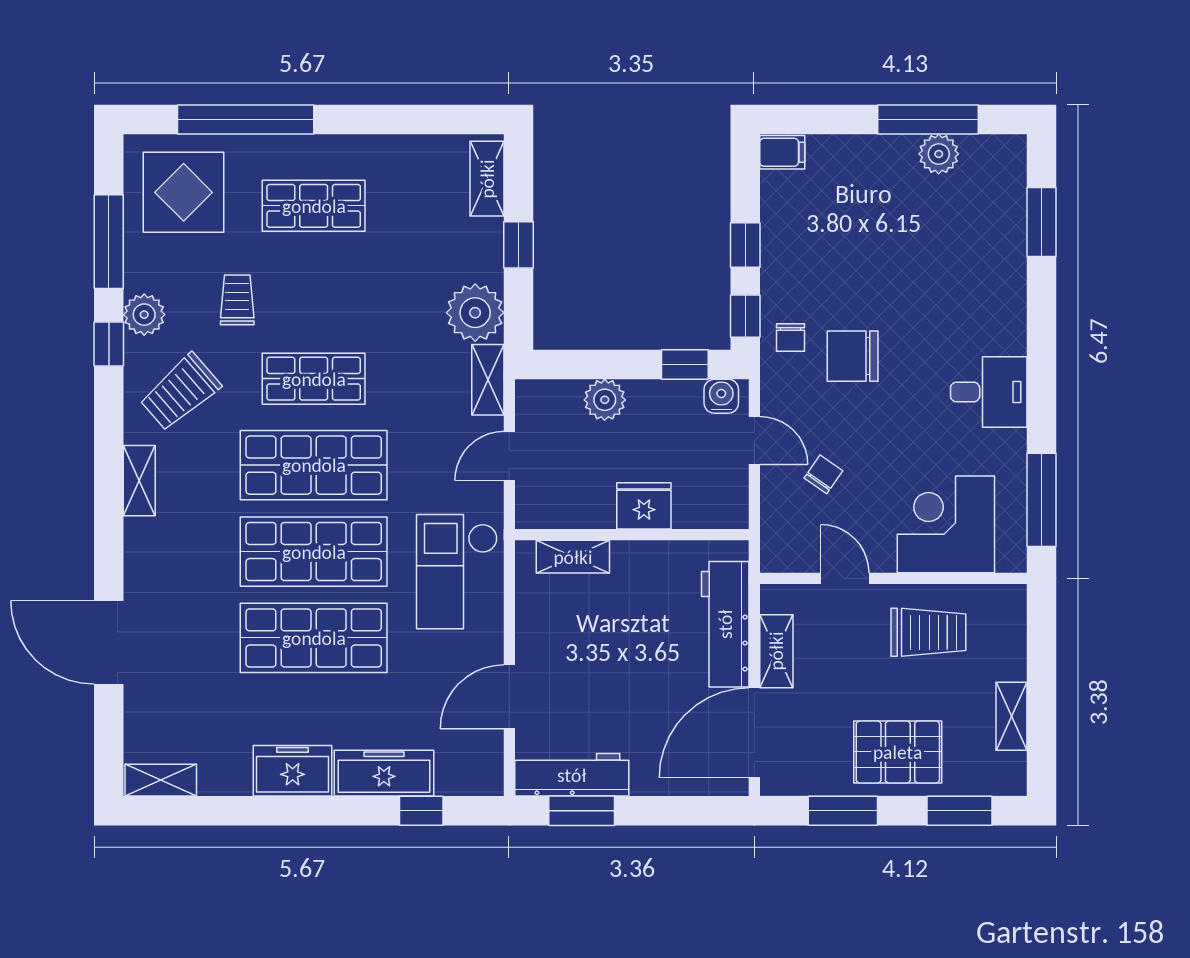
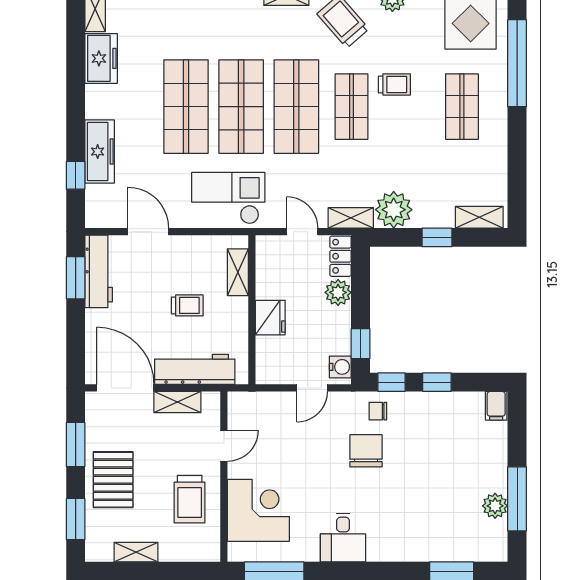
trolley: (237, 300) -> (394, 84), moved
locker: (548, 396) -> (341, 256), added
chair: (823, 474) -> (290, 432), removed
trolley: (625, 636) -> (187, 305), added
freezer: (293, 771) -> (101, 58), moved

